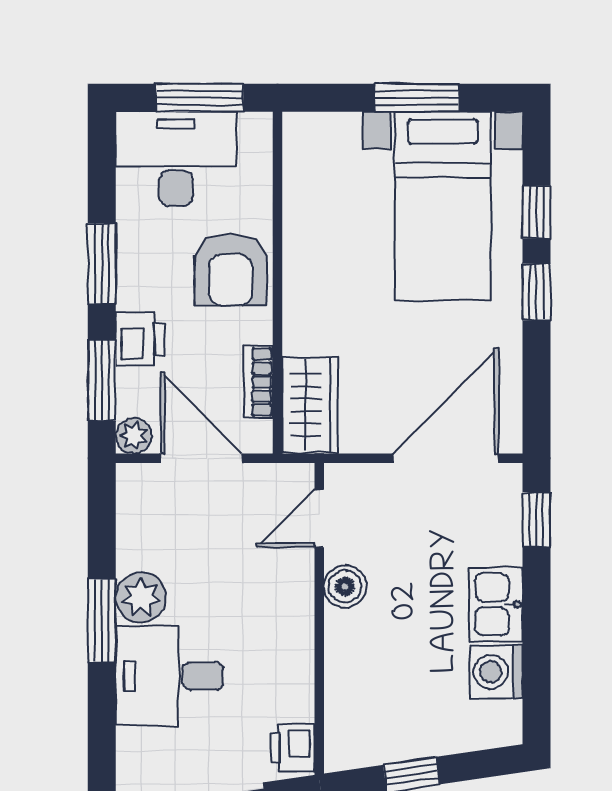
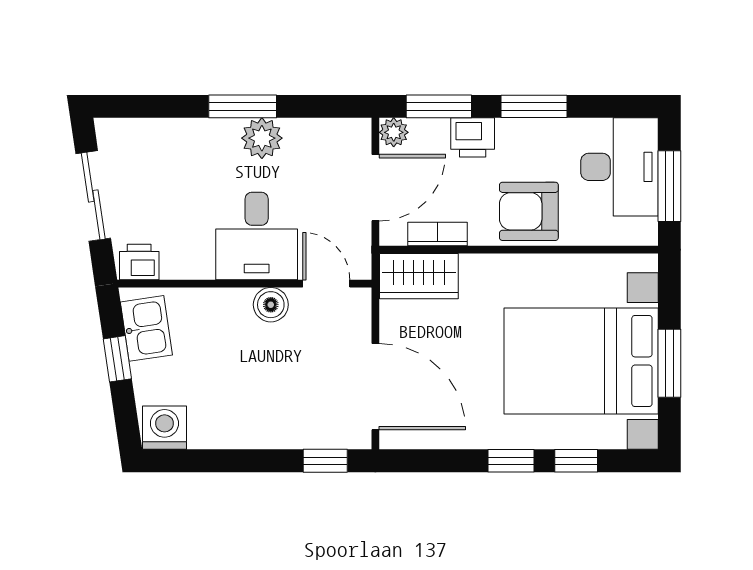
bed with nightstands: (443, 206) -> (581, 361), width x1.36
kitchen sink: (496, 604) -> (146, 328), moved, turned 82
washing machine: (496, 672) -> (164, 428), moved
desk: (169, 676) -> (257, 236), moved, turned 180

